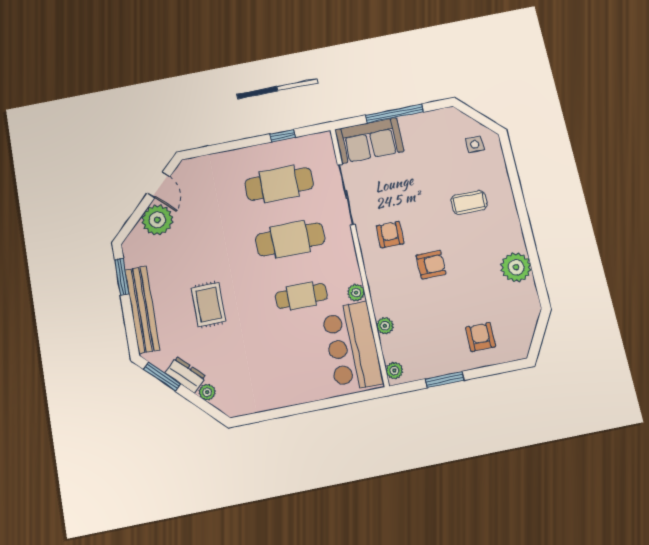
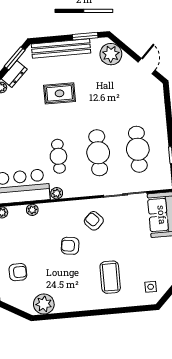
door: (159, 185) -> (147, 66), swing flipped
coffee table: (469, 202) -> (110, 277), width x1.36, depth x1.30
plant: (157, 220) -> (111, 54), moved
armchair: (390, 235) -> (94, 221), turned -134
armchair: (431, 265) -> (70, 246), turned 98
plant: (516, 267) -> (44, 304), moved

